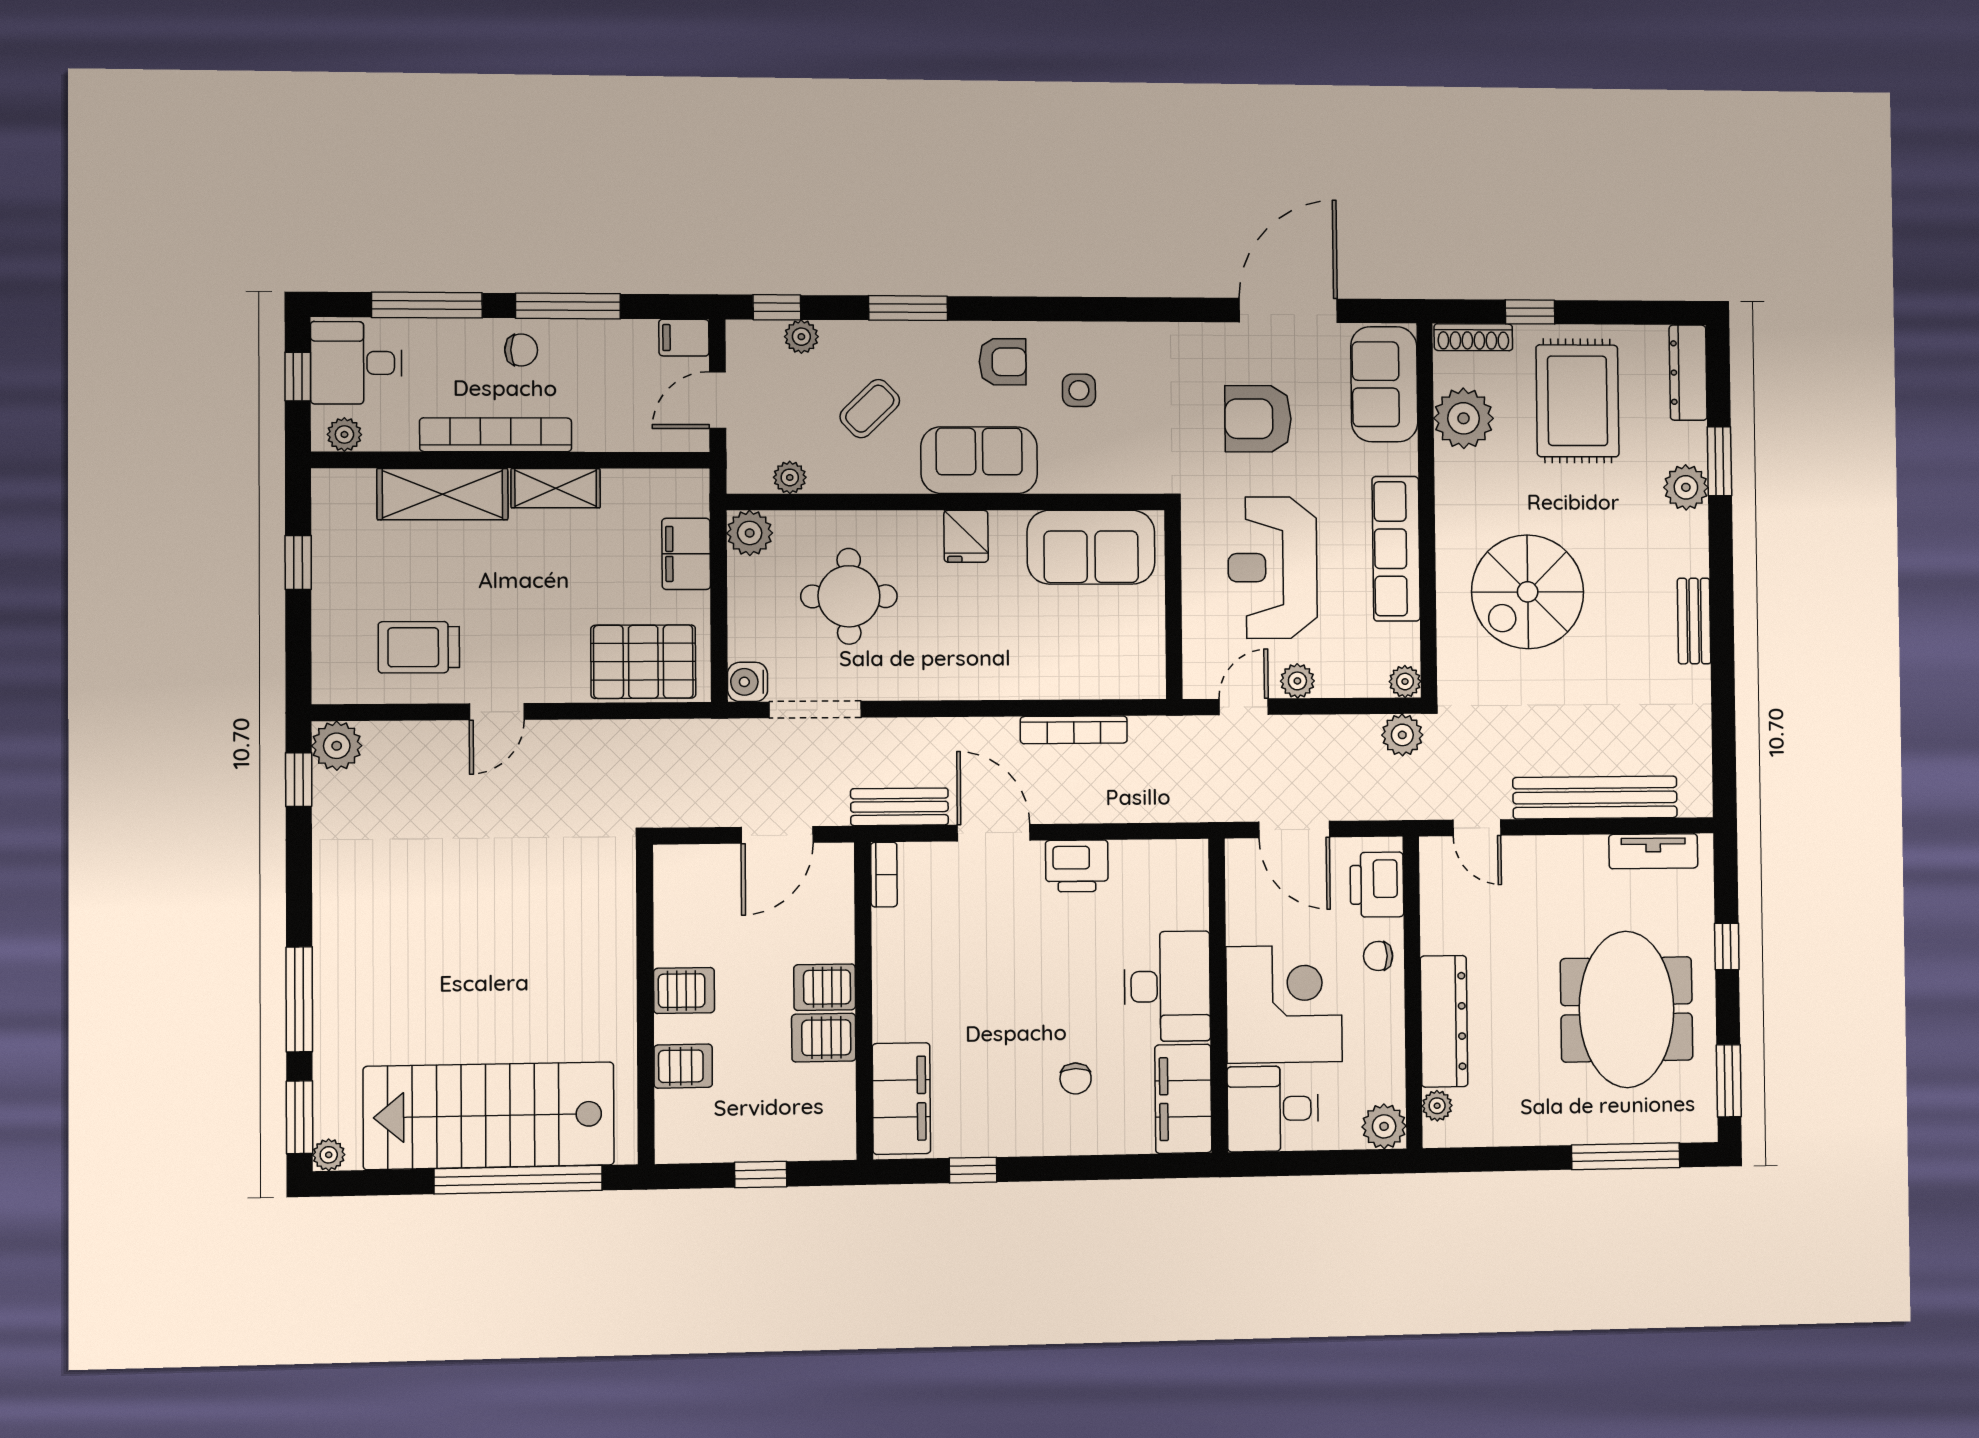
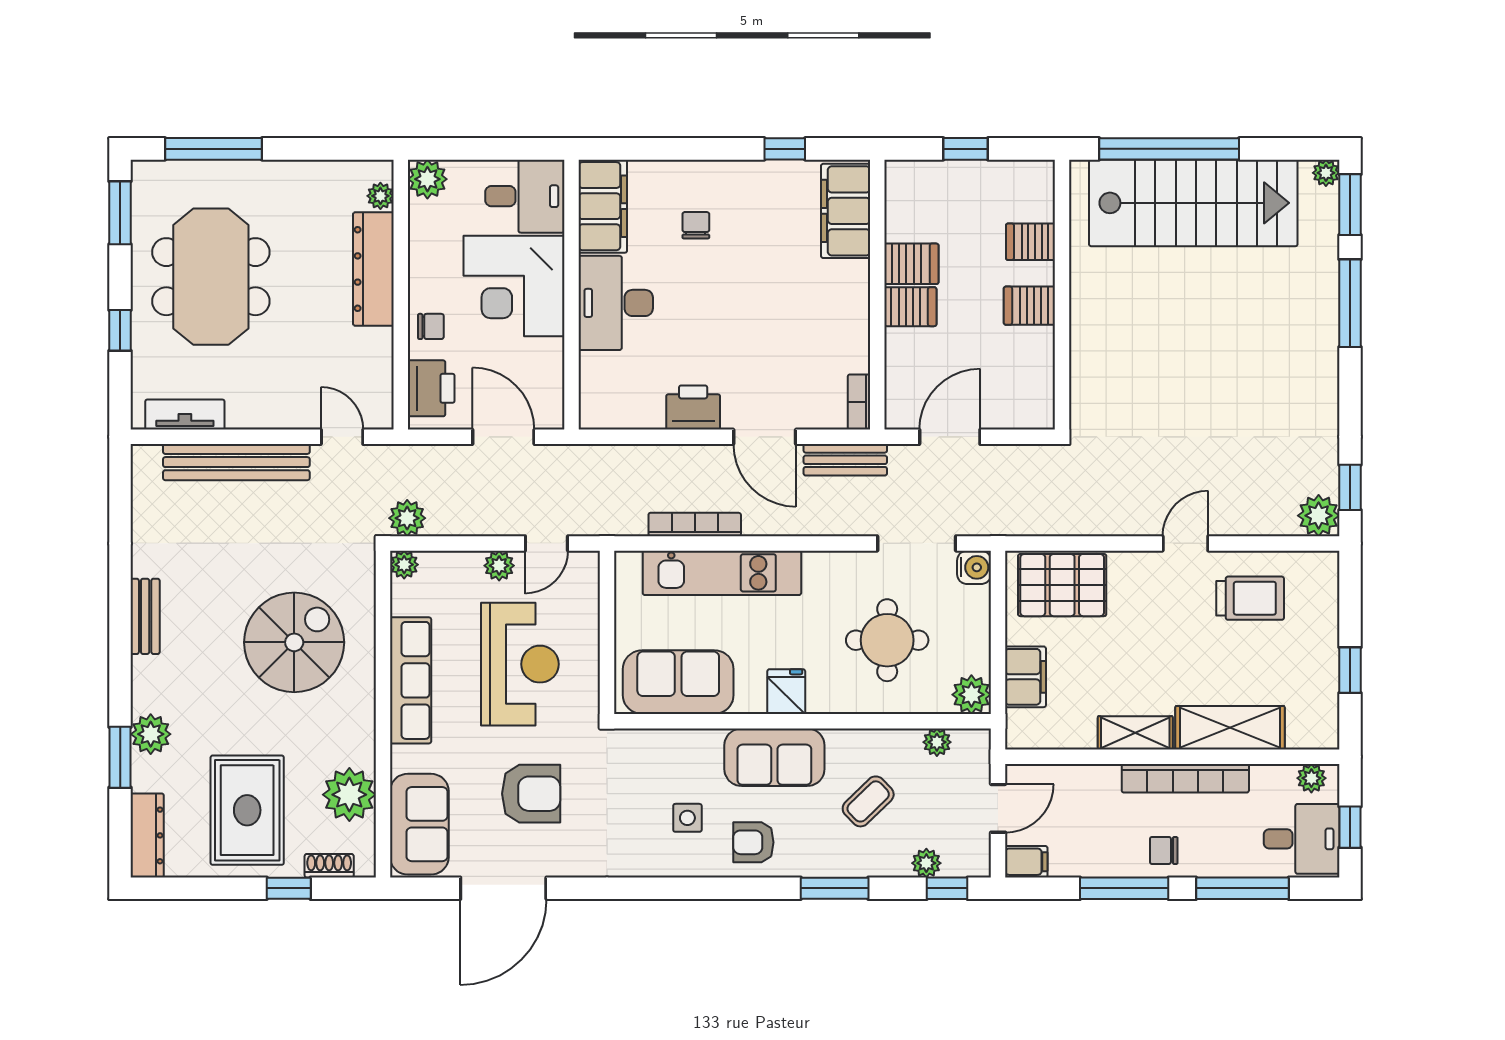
shoe rack: (1473, 337) -> (329, 866), width x0.70
kitchen unit: (1042, 674) -> (722, 573), added

